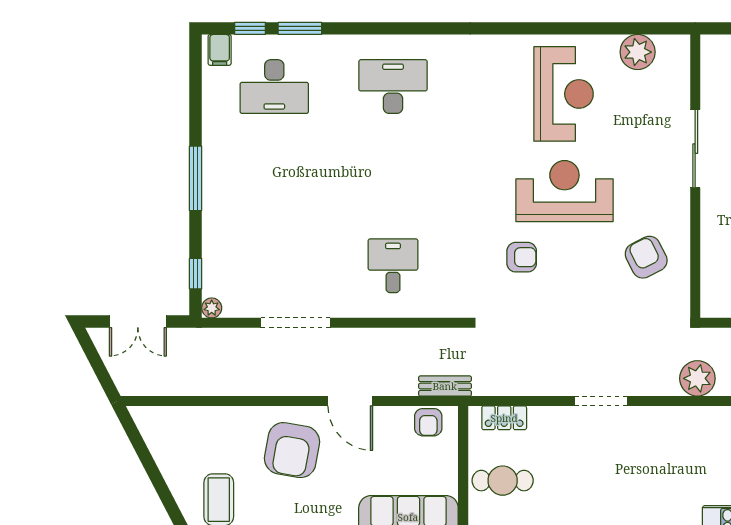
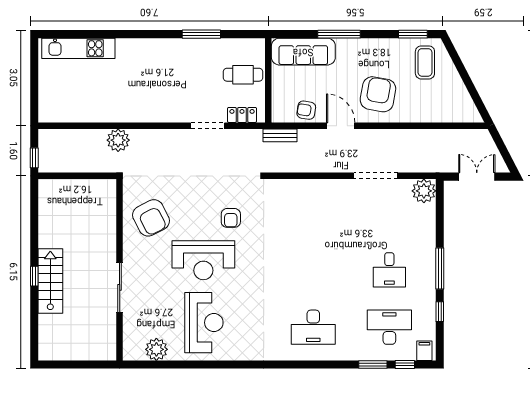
reception desk: (564, 94) -> (204, 323), turned 180
armchair: (522, 257) -> (231, 218), turned -90
armchair: (646, 257) -> (151, 218), width x1.36, depth x1.36
desk: (393, 266) -> (389, 270), moved
window: (196, 274) -> (440, 312), moved
plant: (212, 308) -> (424, 191), width x1.87, depth x1.87
doorway: (601, 401) -> (208, 126), moved
armchair: (428, 422) -> (306, 110), moved, turned -81

